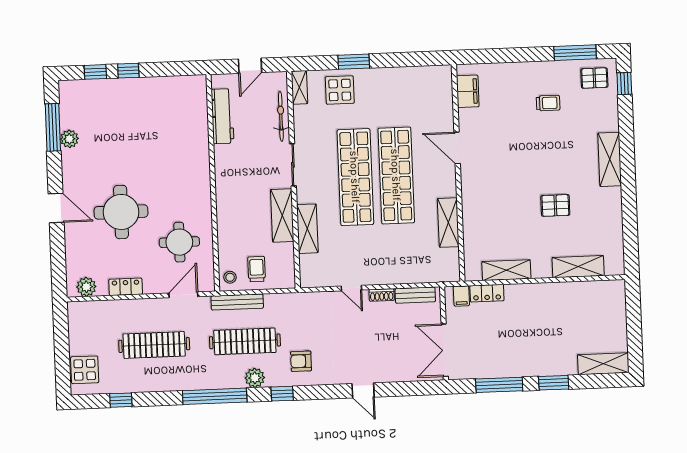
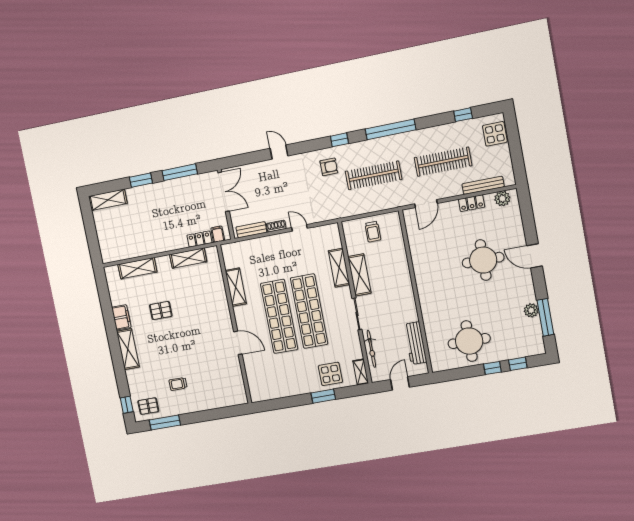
filing cabinet: (468, 91) -> (121, 317), moved, turned 180
round table: (179, 242) -> (469, 341), moved, width x1.36, depth x1.36
stool: (230, 277) -> (392, 222), removed
bench: (237, 302) -> (483, 185), moved
plant: (255, 378) -> (362, 149), removed

